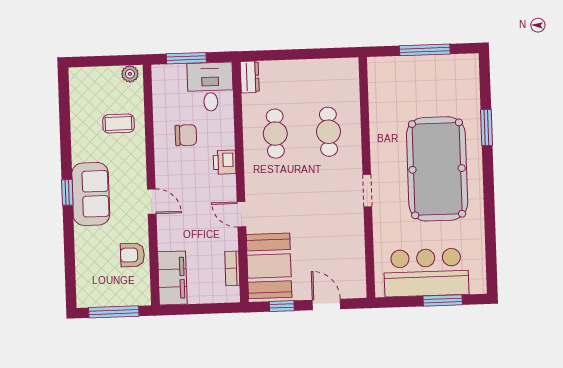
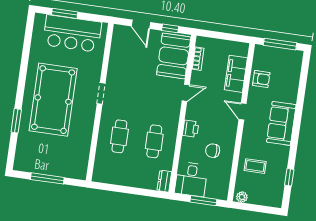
window: (67, 192) -> (289, 177), moved
door: (241, 214) -> (186, 93), hinge flipped
filing cabinet: (172, 278) -> (236, 74), moved

